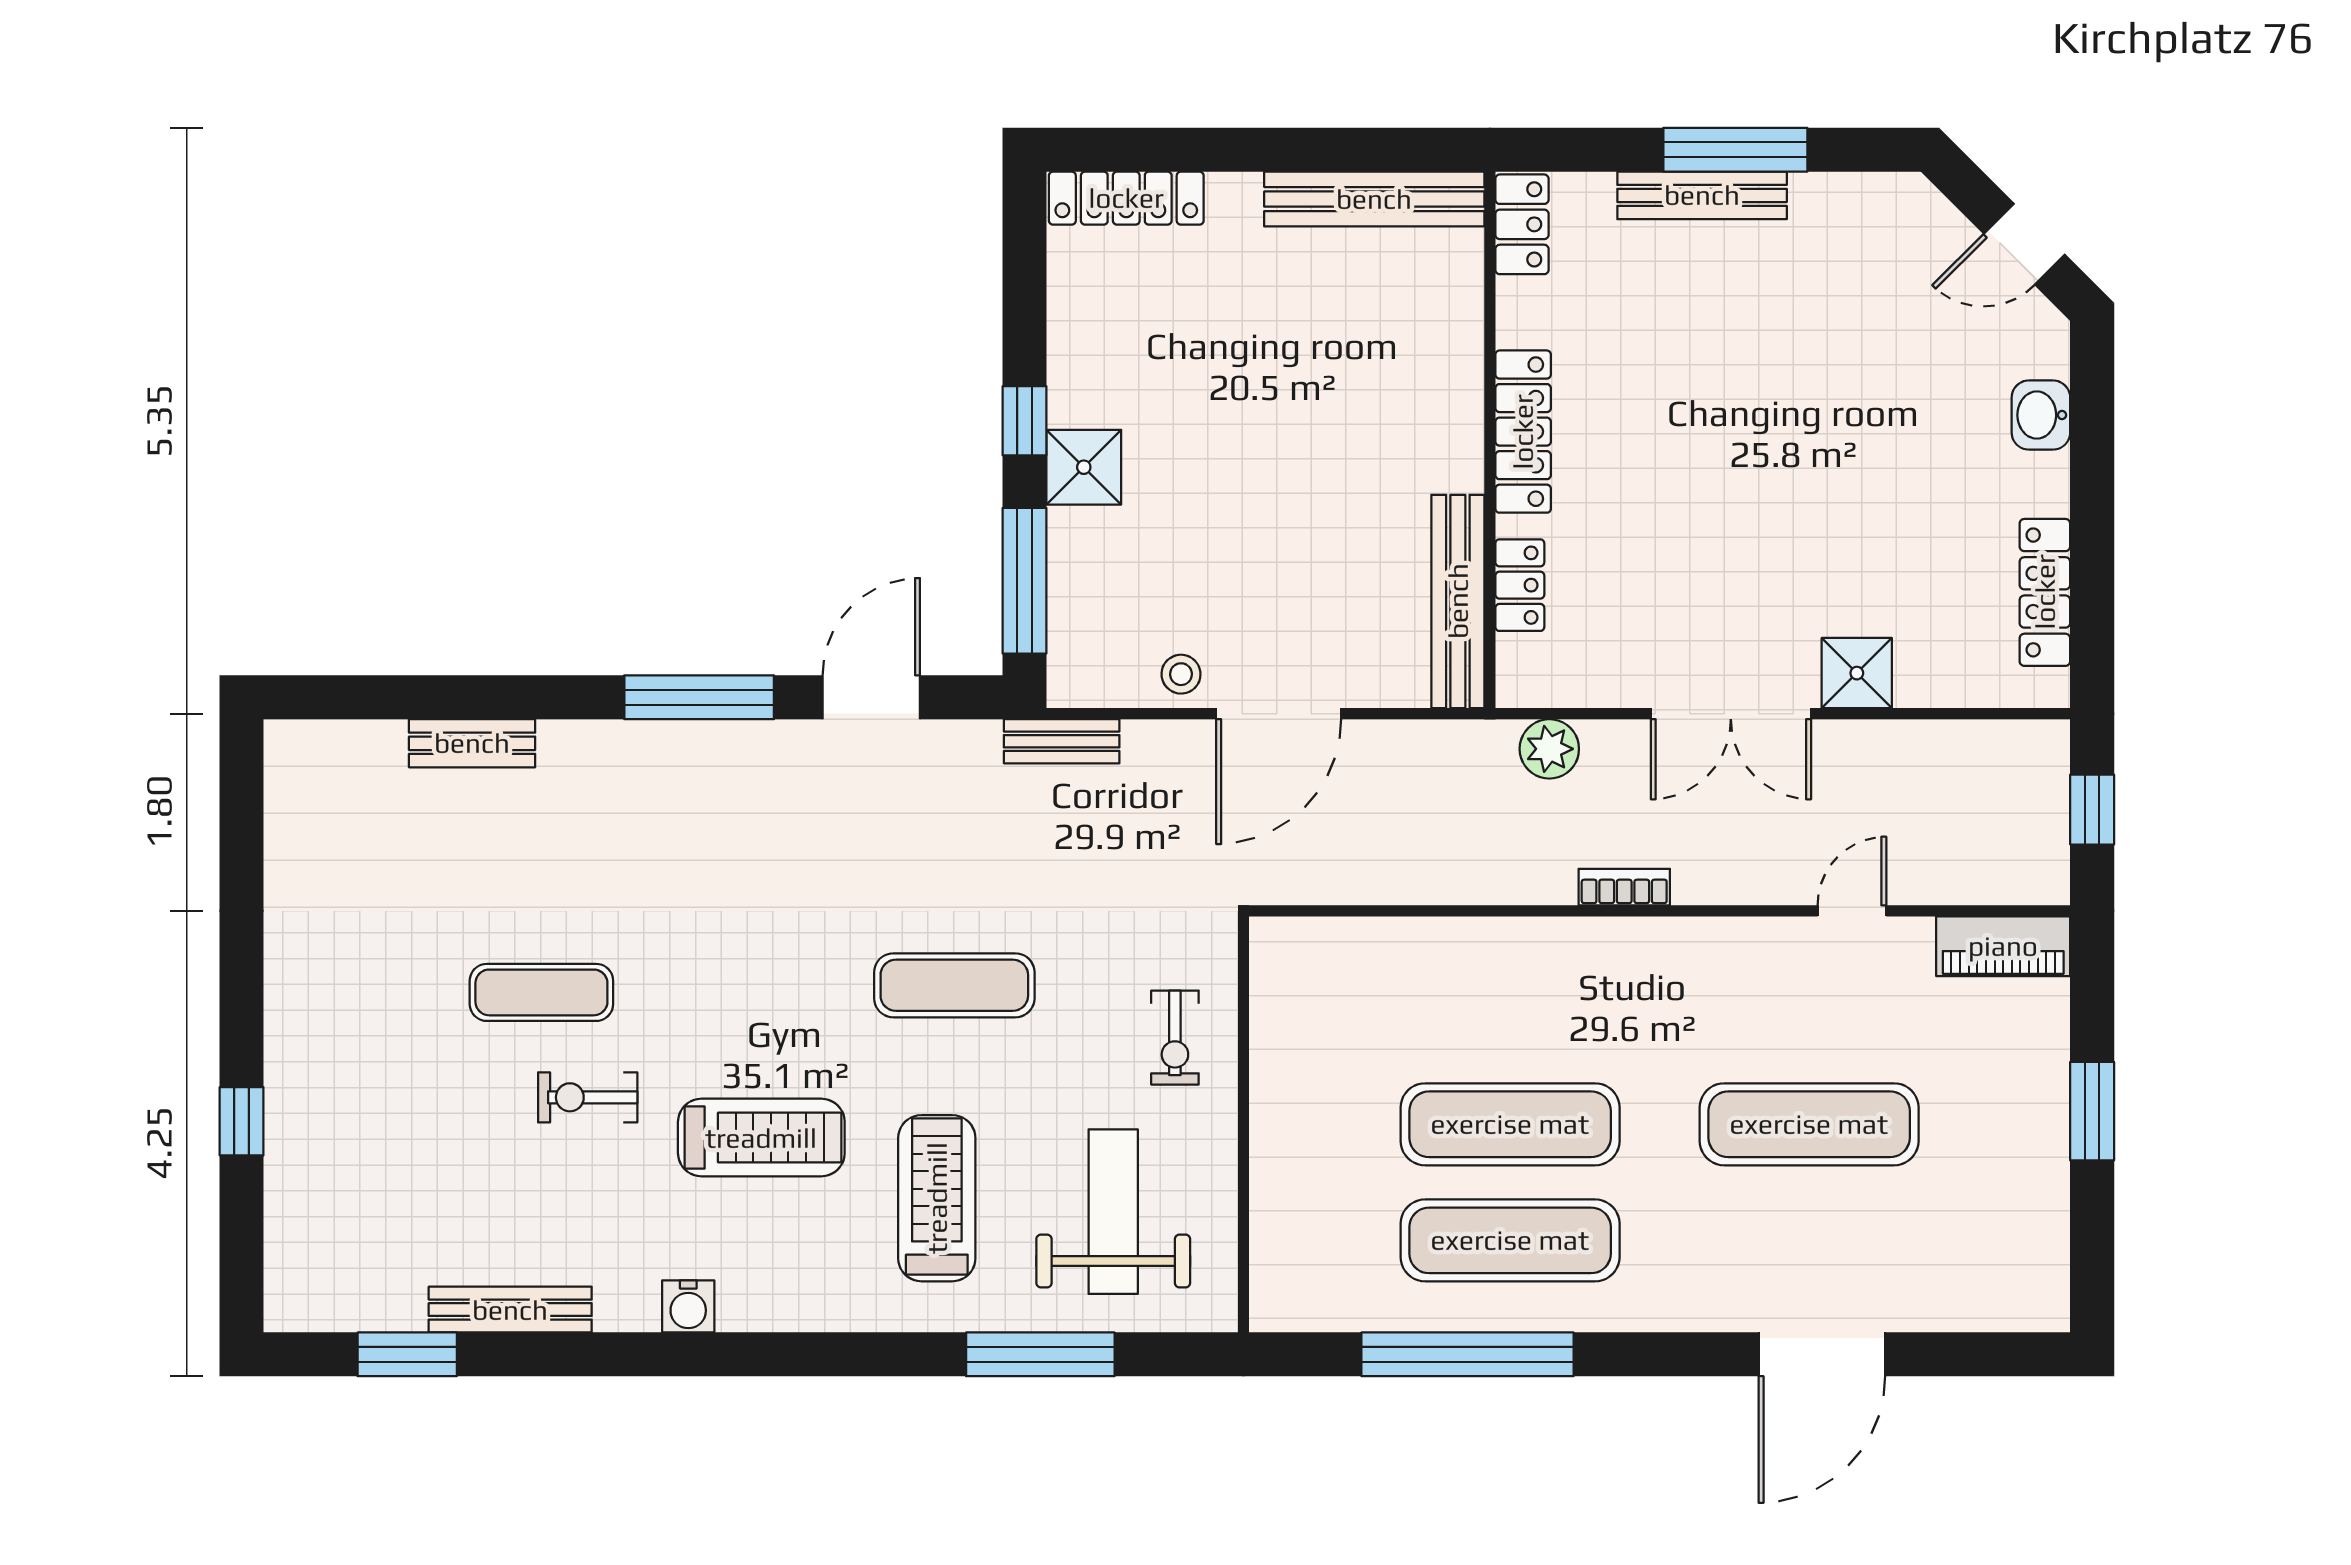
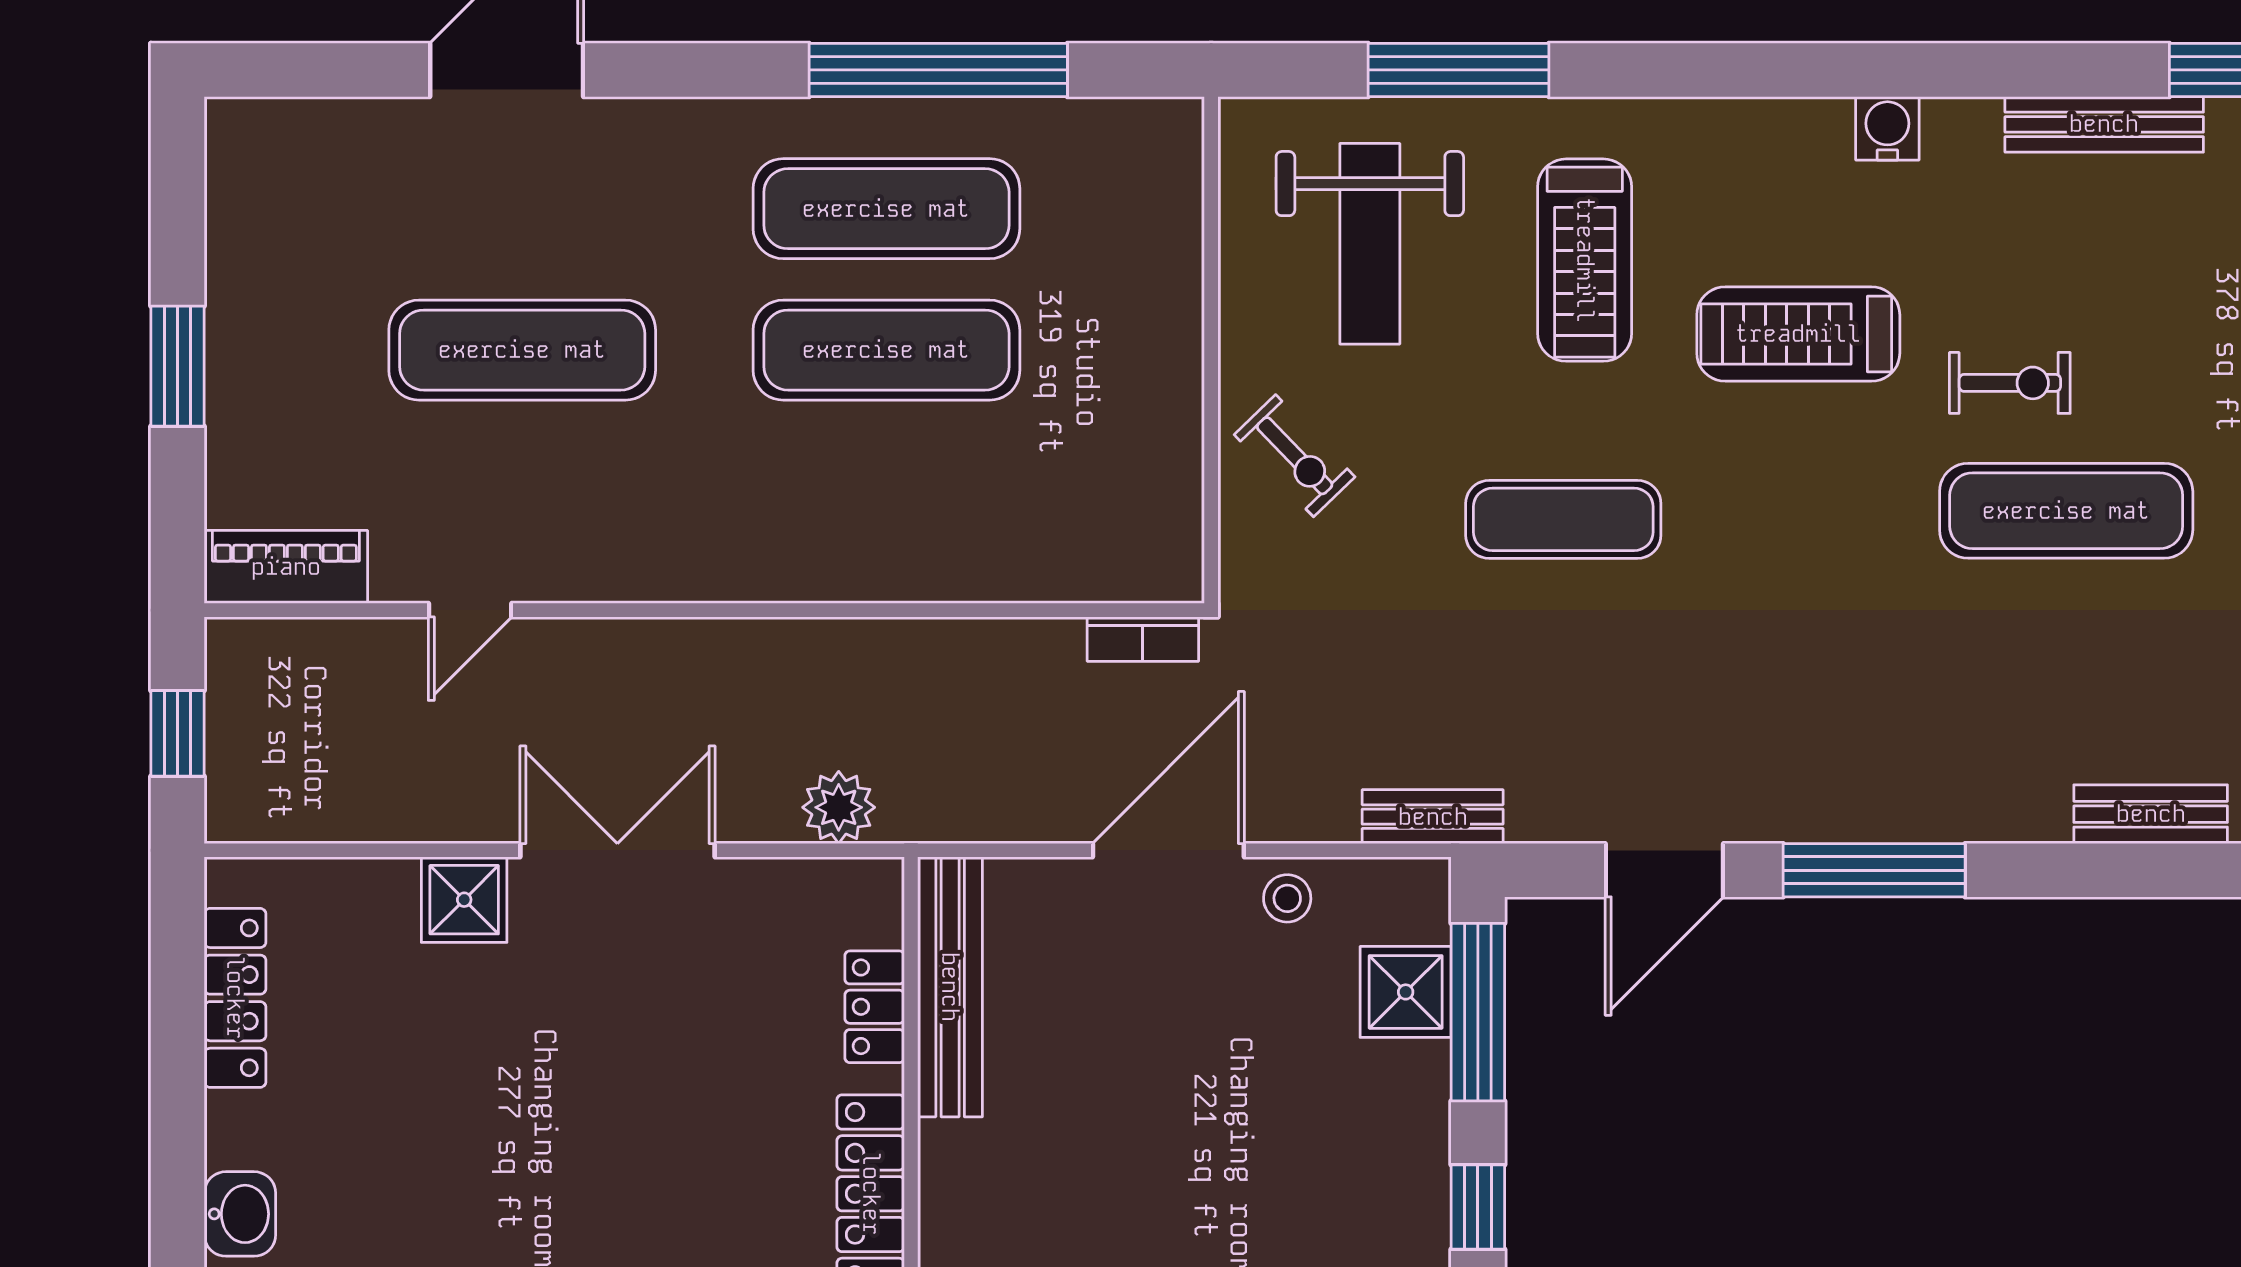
shower: (1084, 467) -> (1406, 992), moved
bookcase: (1624, 887) -> (1143, 639), moved
exercise mat: (541, 992) -> (2066, 511), width x1.36, depth x1.45
exercise bike: (1175, 1038) -> (1295, 456), turned 136

